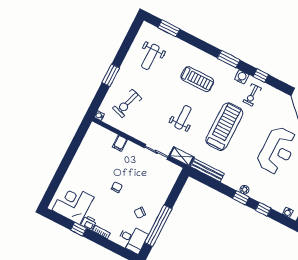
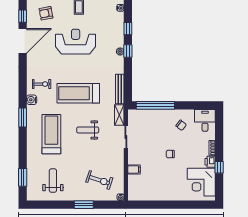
weight bench: (150, 57) -> (53, 181), turned -90
window: (261, 76) -> (23, 85), removed
treadmill: (197, 79) -> (51, 134), width x1.37, depth x1.38
window: (158, 226) -> (155, 105), moved

